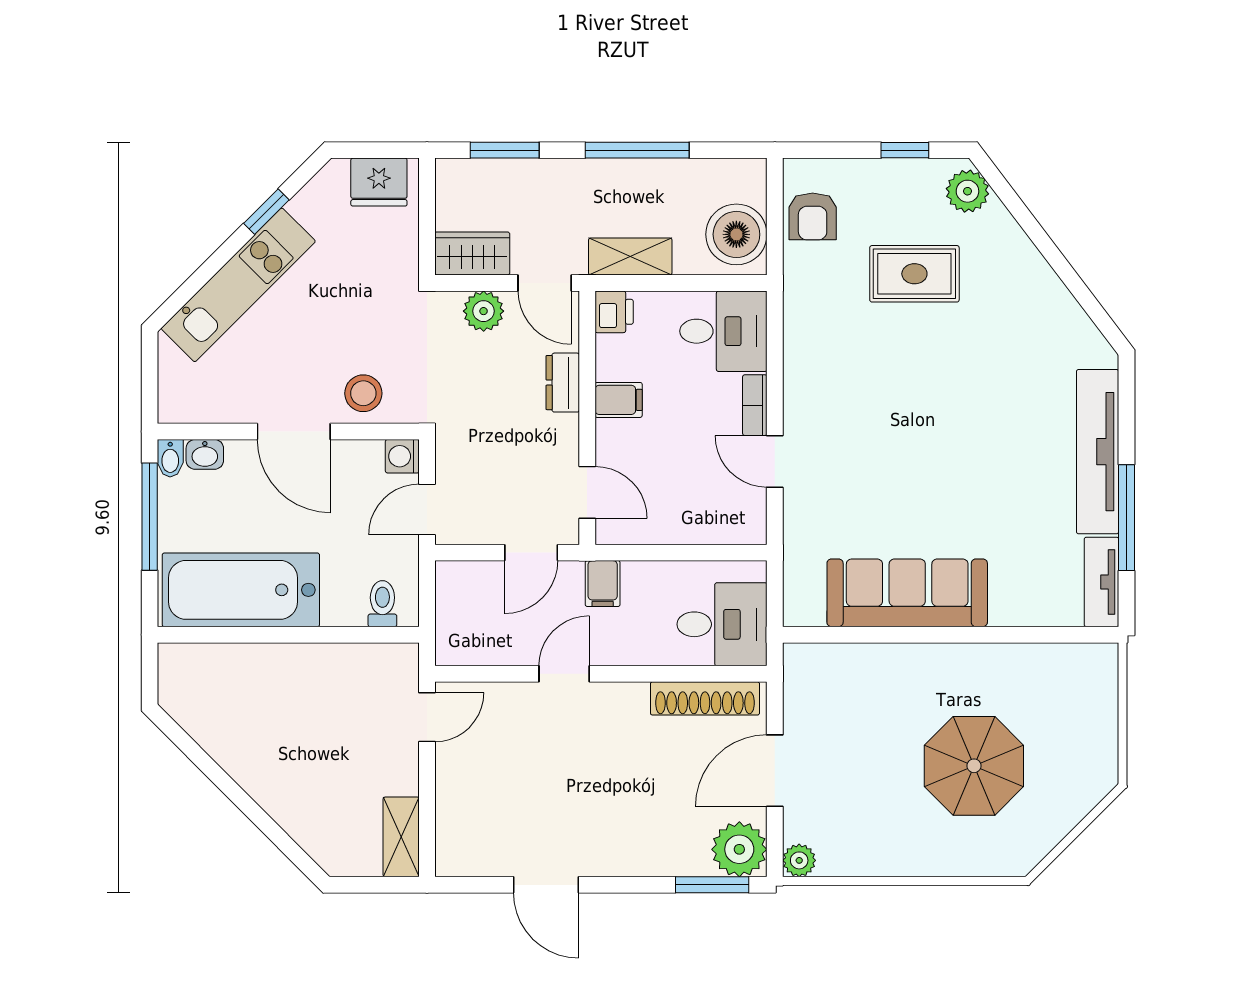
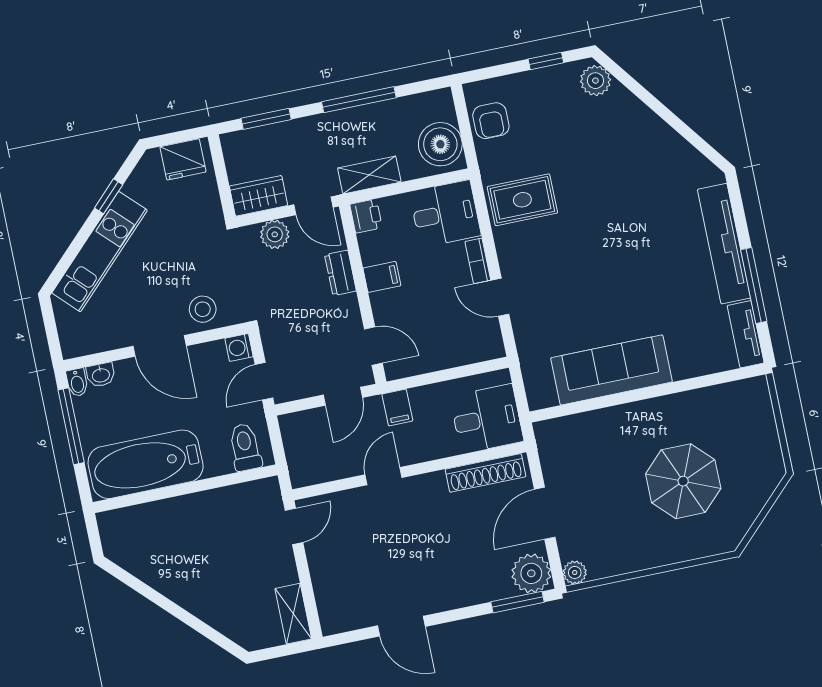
rug: (914, 274) -> (522, 200), moved
toilet: (382, 604) -> (245, 447), width x1.37, depth x1.39

